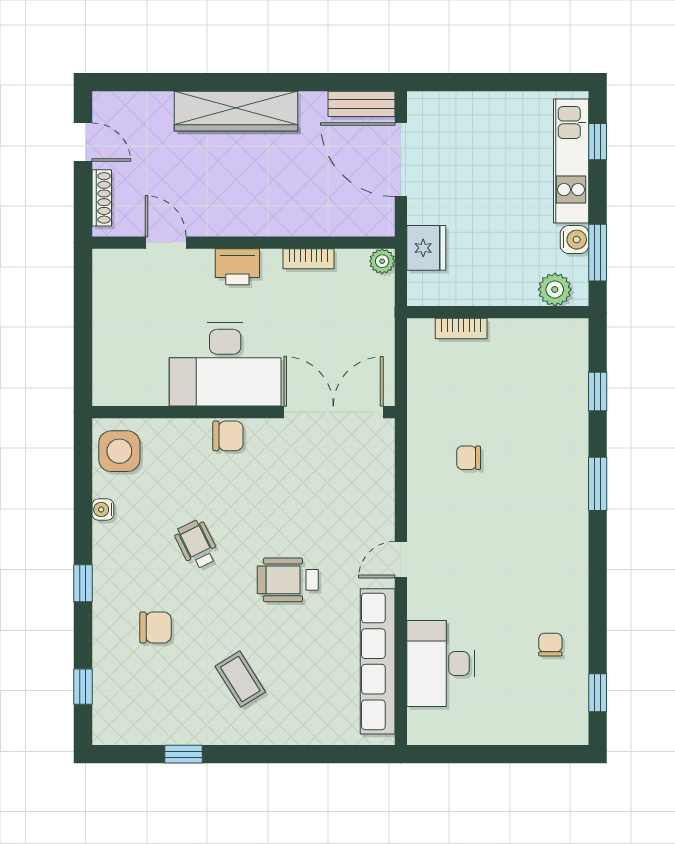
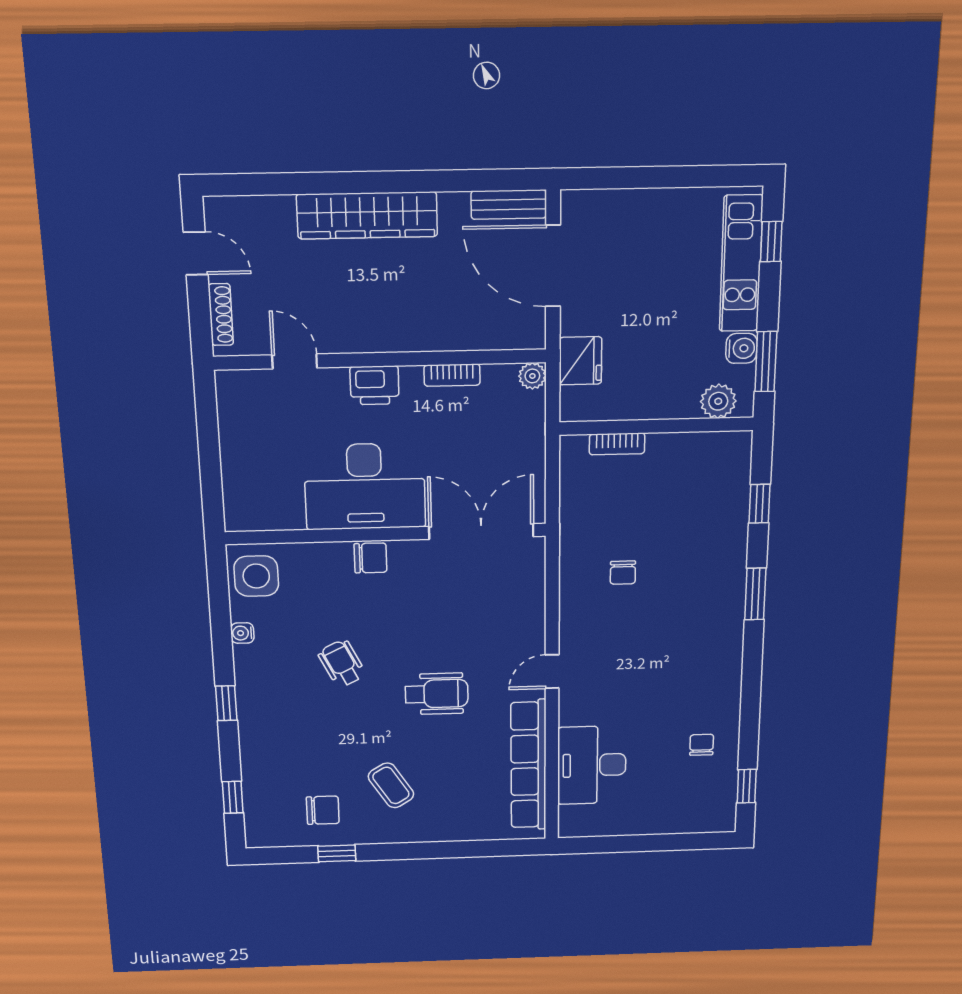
chair: (469, 458) -> (623, 573), turned -90
wheelchair: (288, 580) -> (437, 694), turned 180
chair: (155, 628) -> (323, 810), moved

